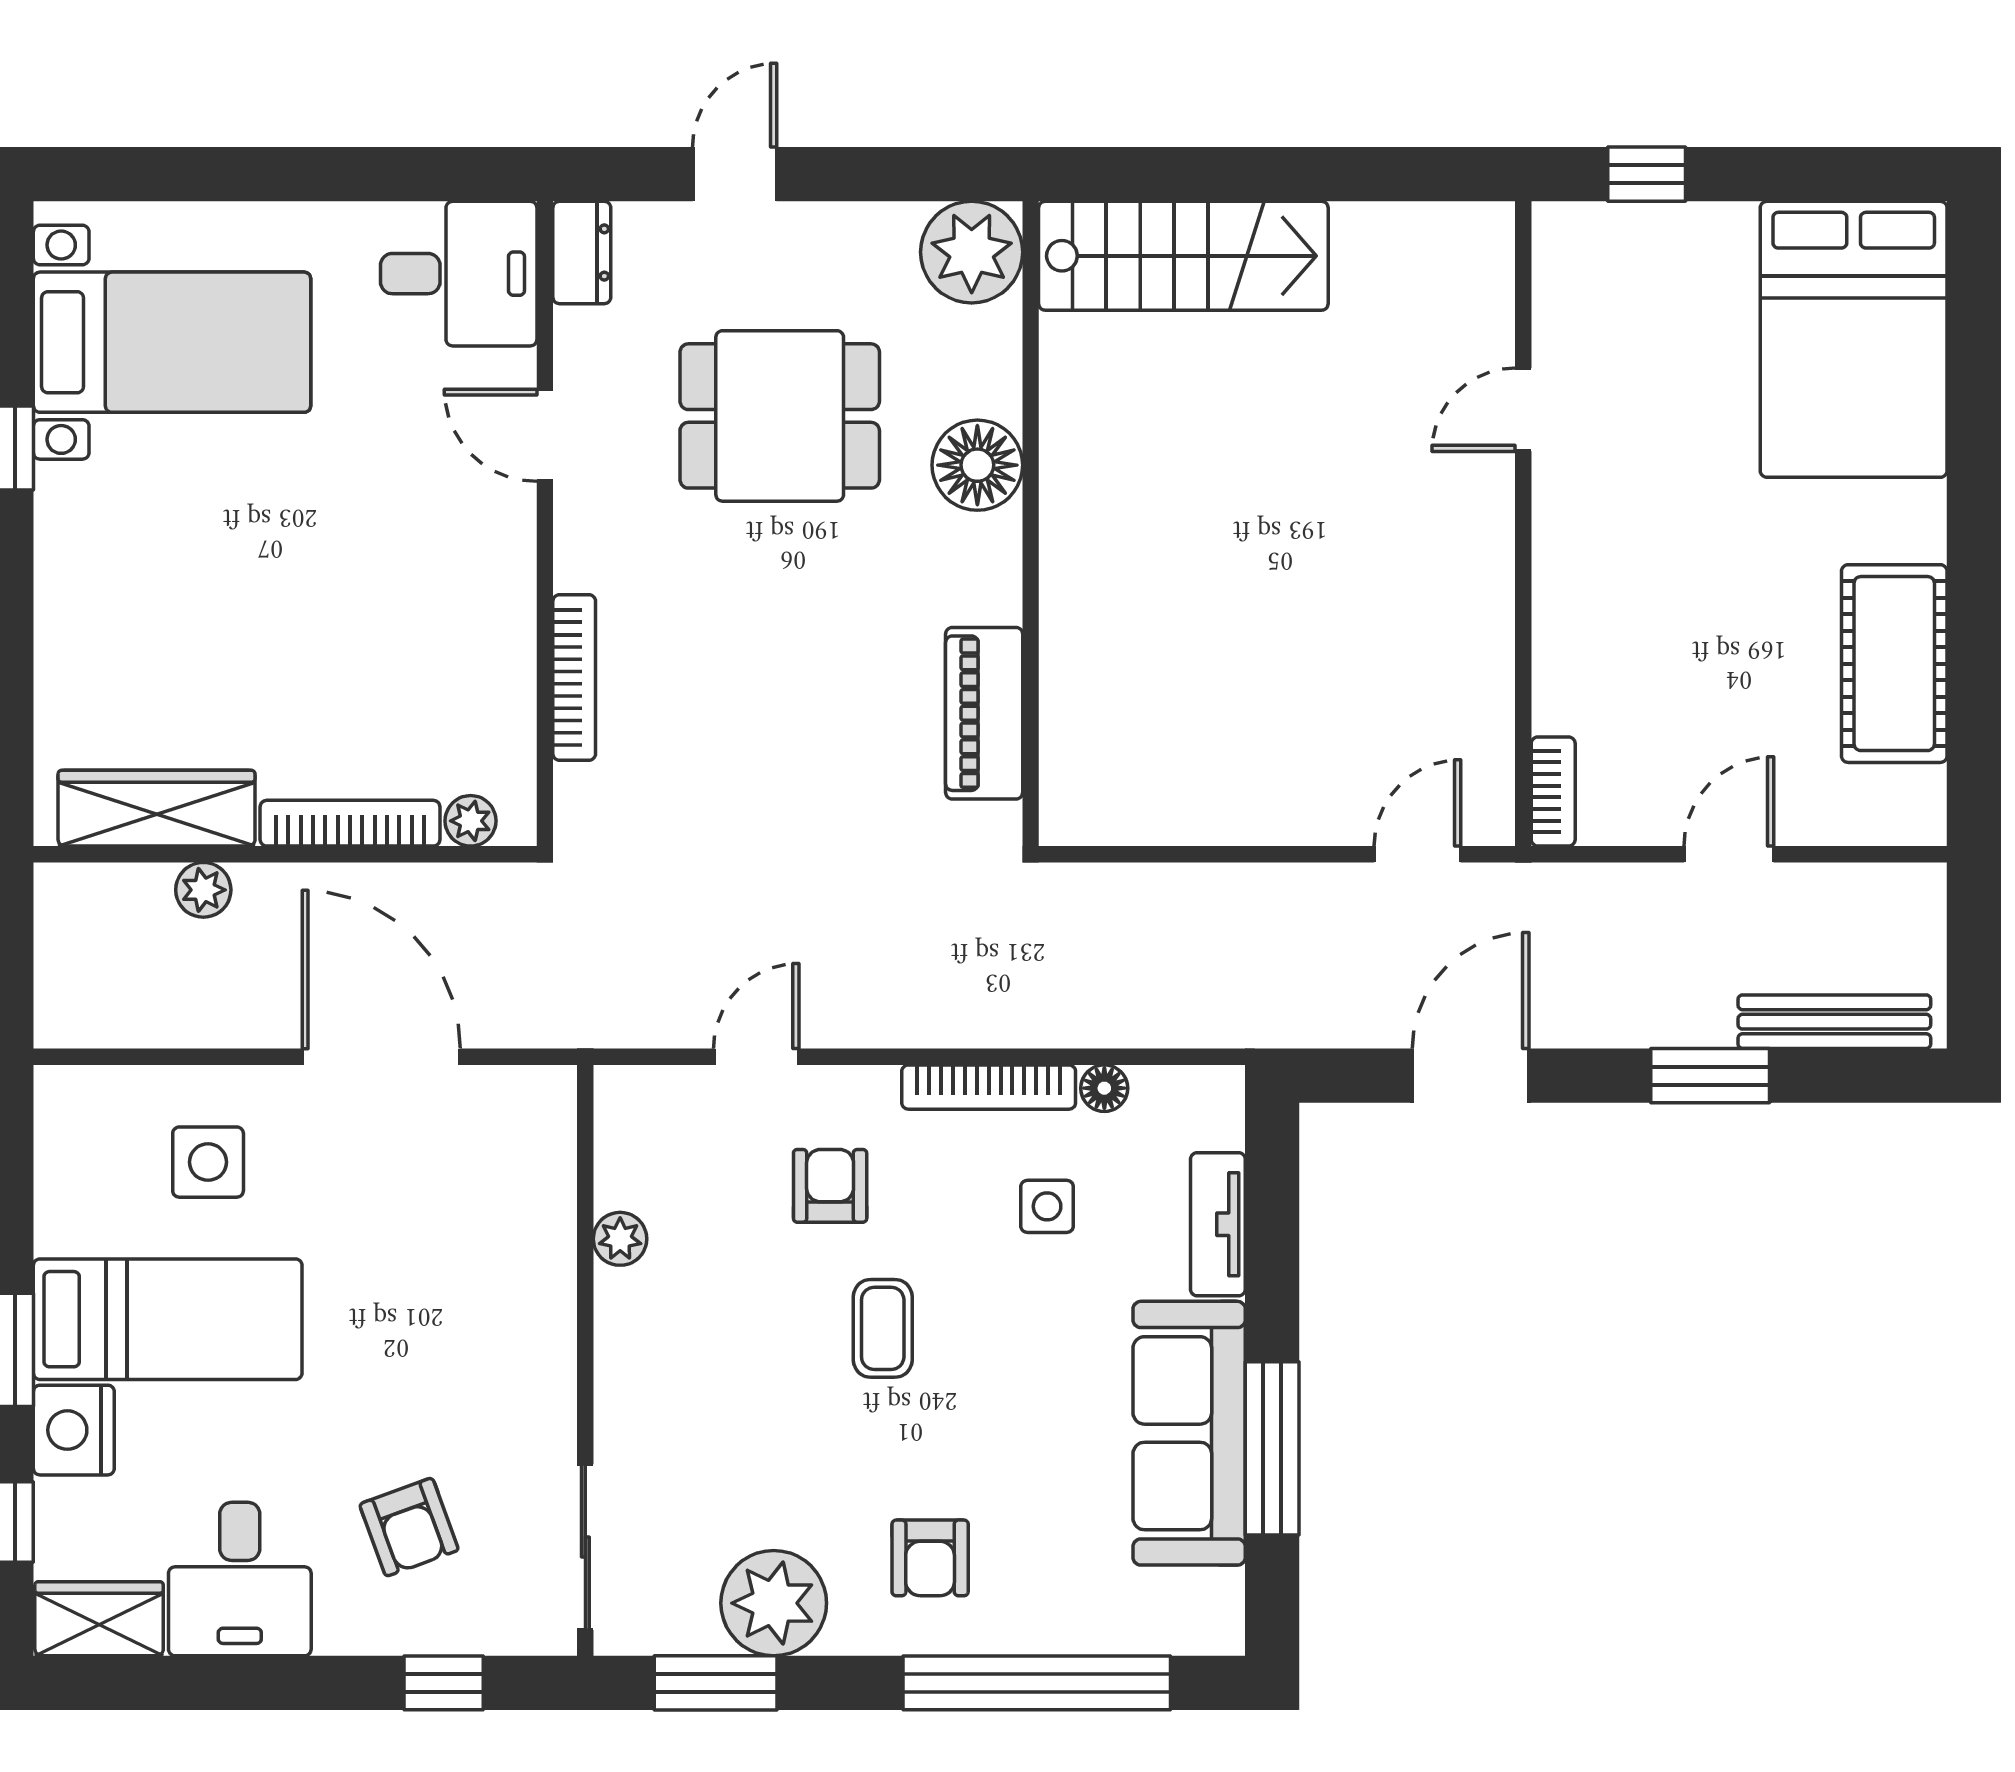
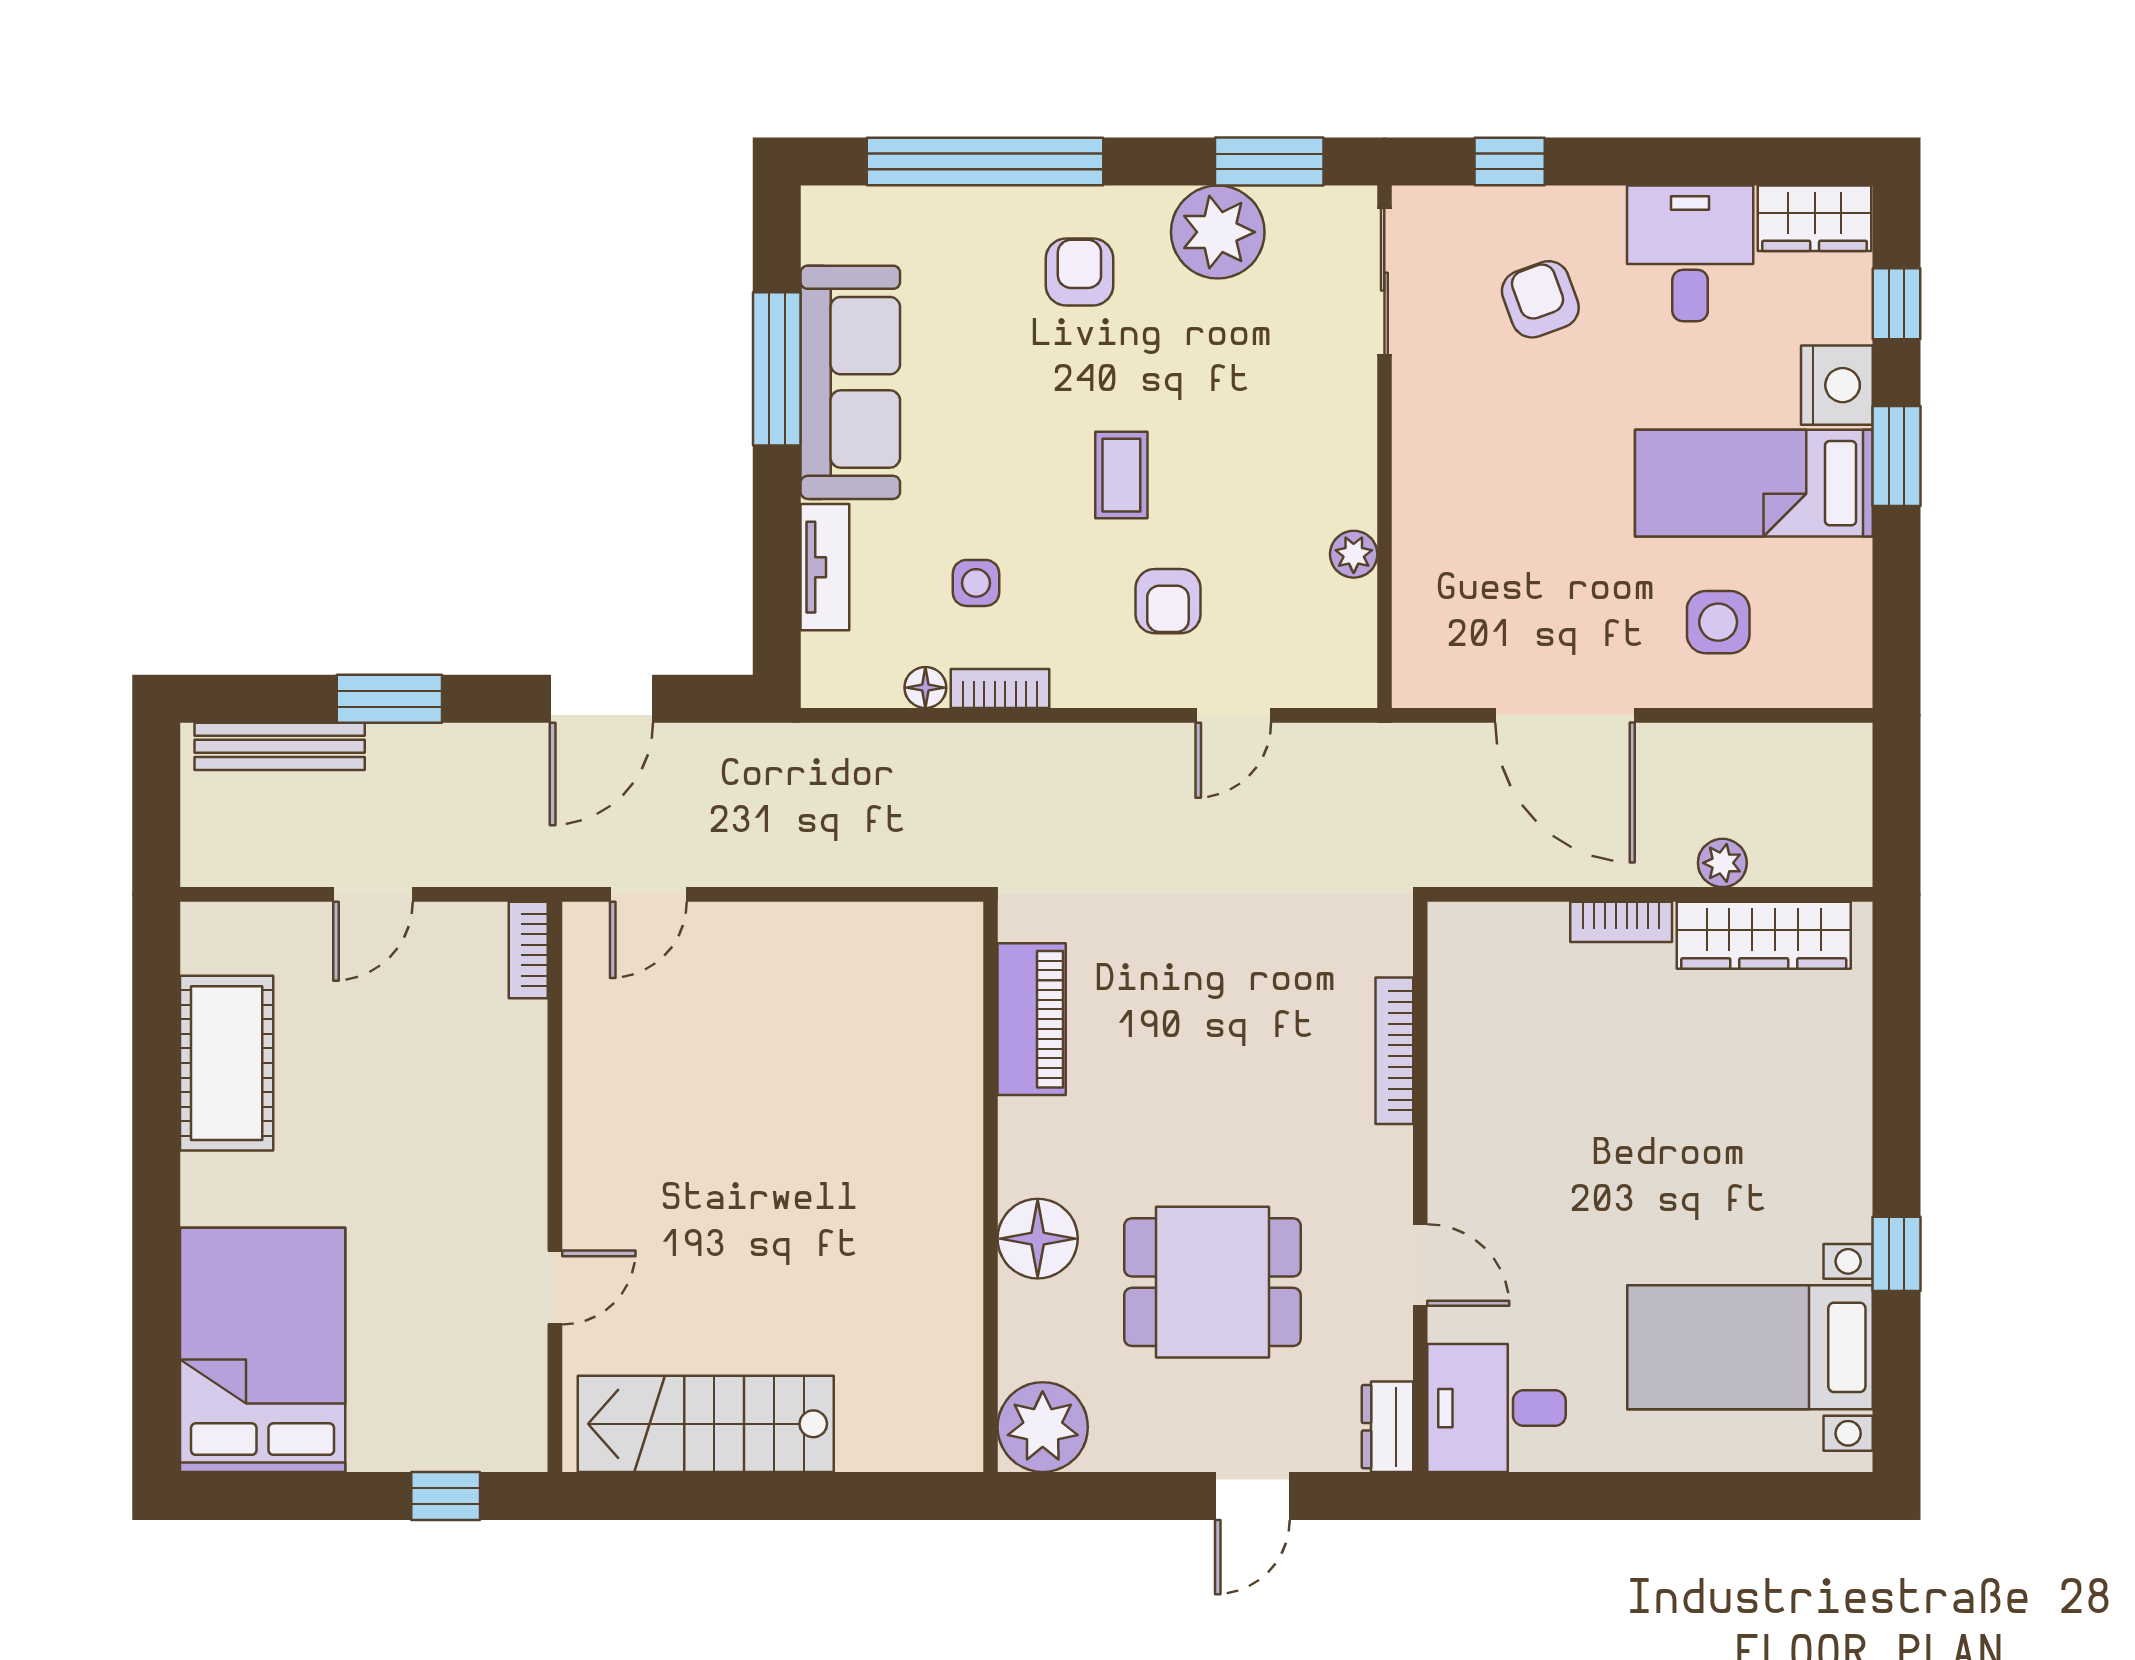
stairs: (1183, 256) -> (706, 1424), moved
plant: (471, 821) -> (1486, 924), removed
bookcase: (350, 823) -> (1621, 922), width x0.64
bookcase: (989, 1087) -> (1000, 689), width x0.64

